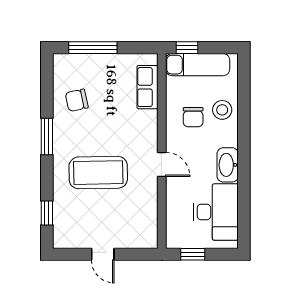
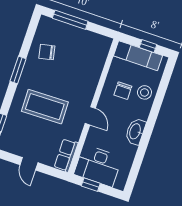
window: (187, 48) -> (148, 46), moved
row of seats: (147, 87) -> (66, 155), moved
desk: (216, 212) -> (98, 166), moved, turned 90

